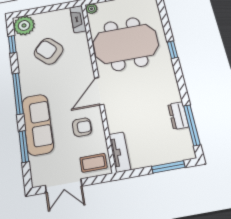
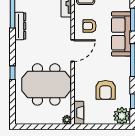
armchair: (49, 51) -> (106, 90), turned 46
dresser: (178, 116) -> (20, 26), width x1.44

